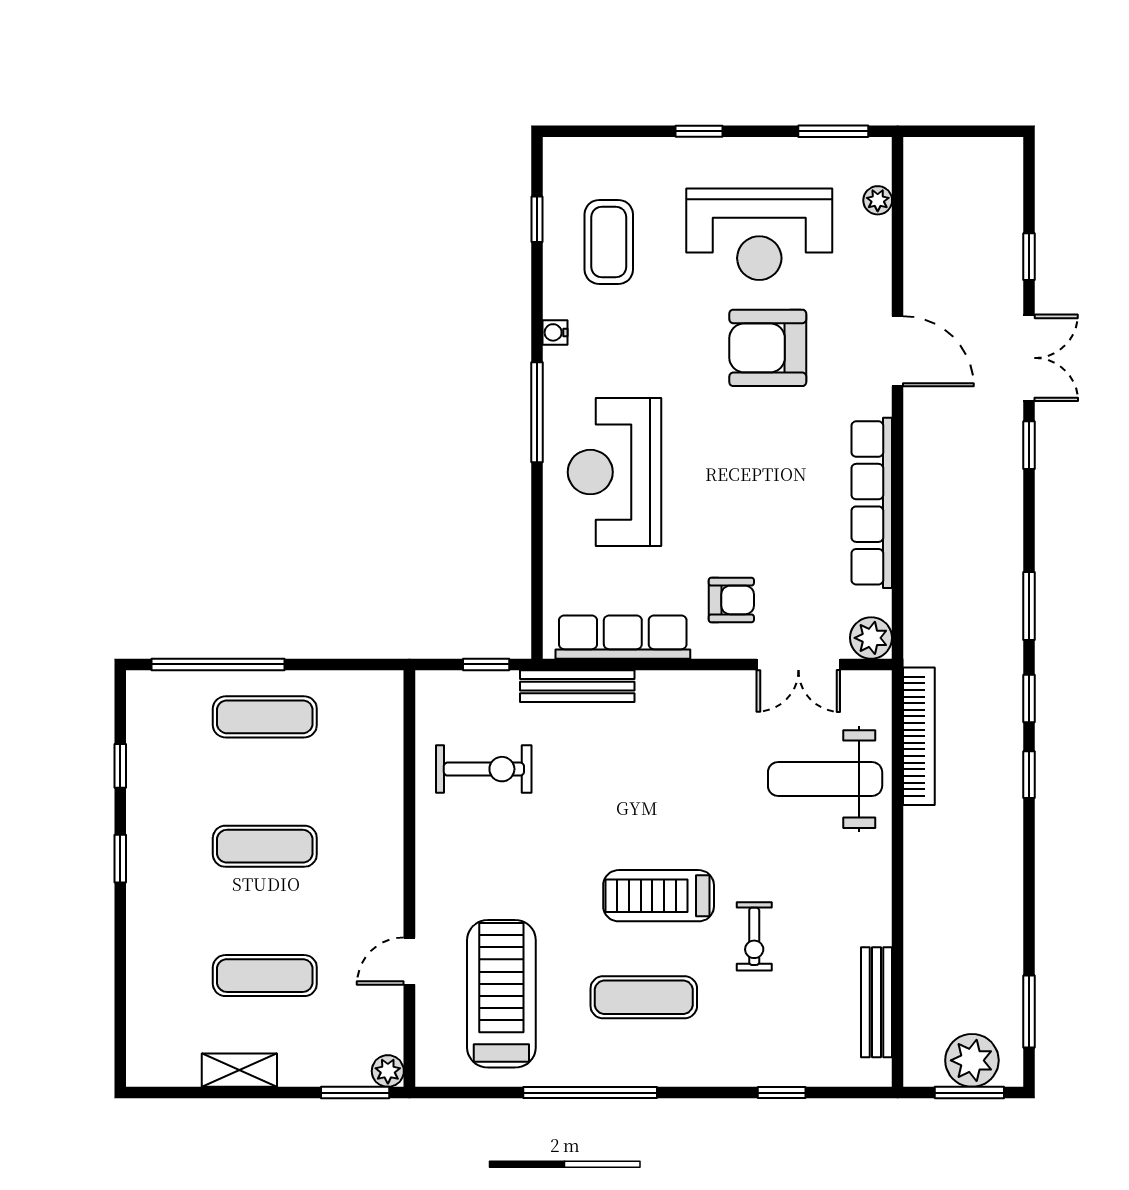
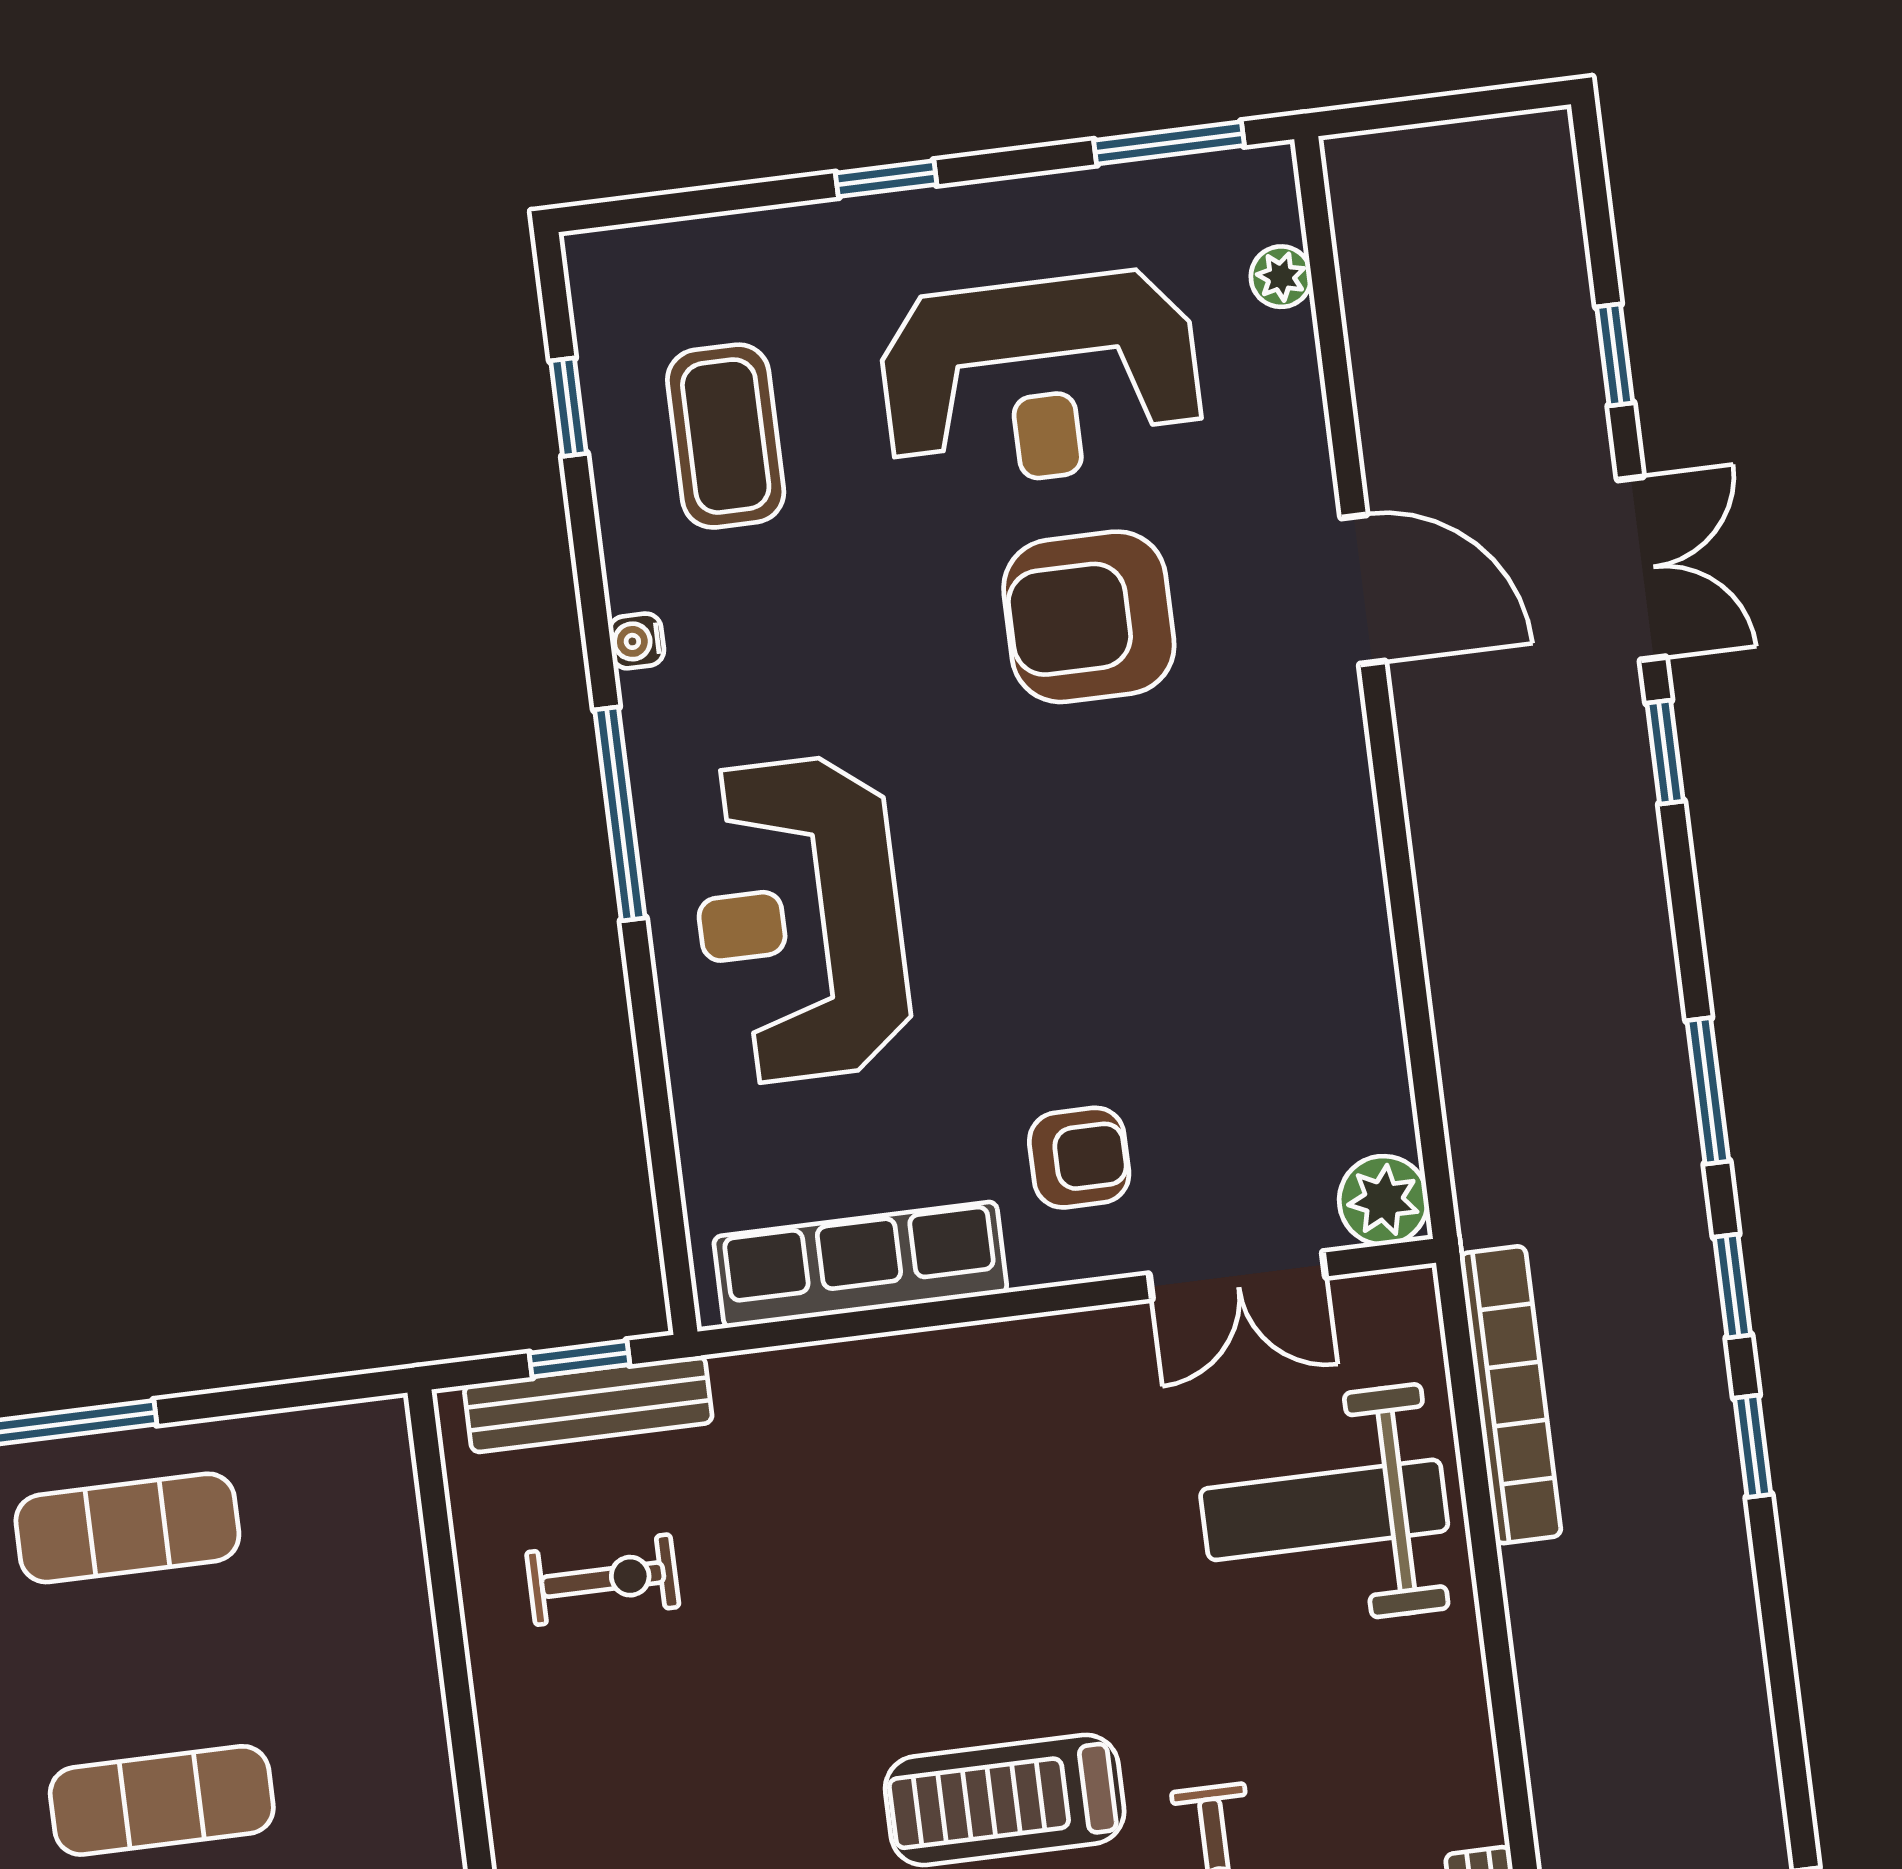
row of seats: (872, 503) -> (1349, 916), removed
bench: (577, 686) -> (588, 1404), moved
exercise bike: (484, 769) -> (603, 1580), width x0.73, depth x0.72

